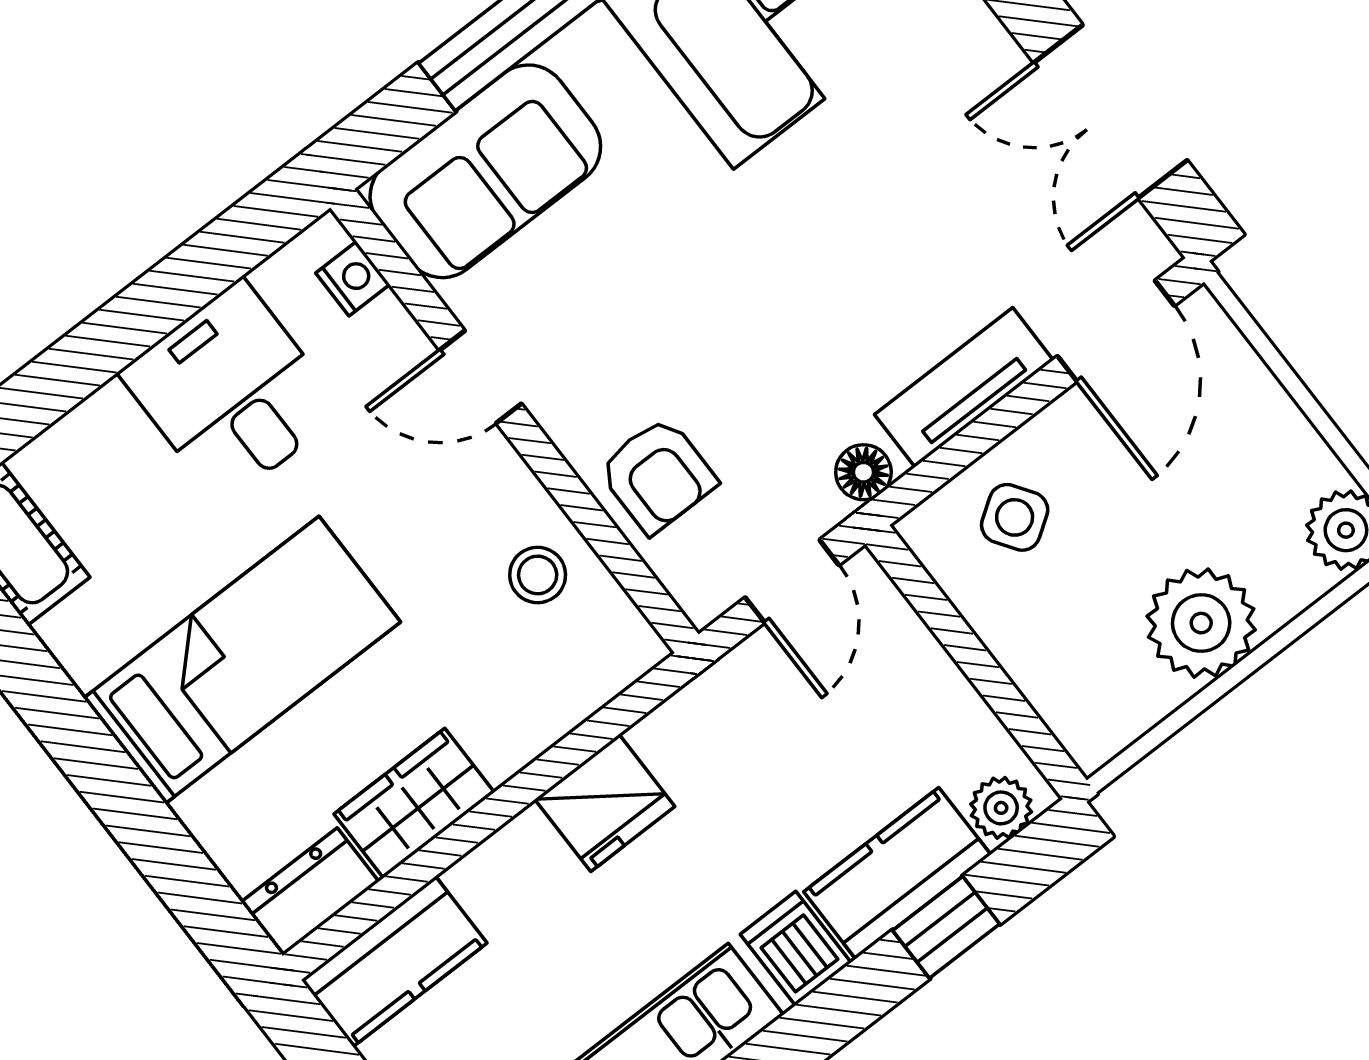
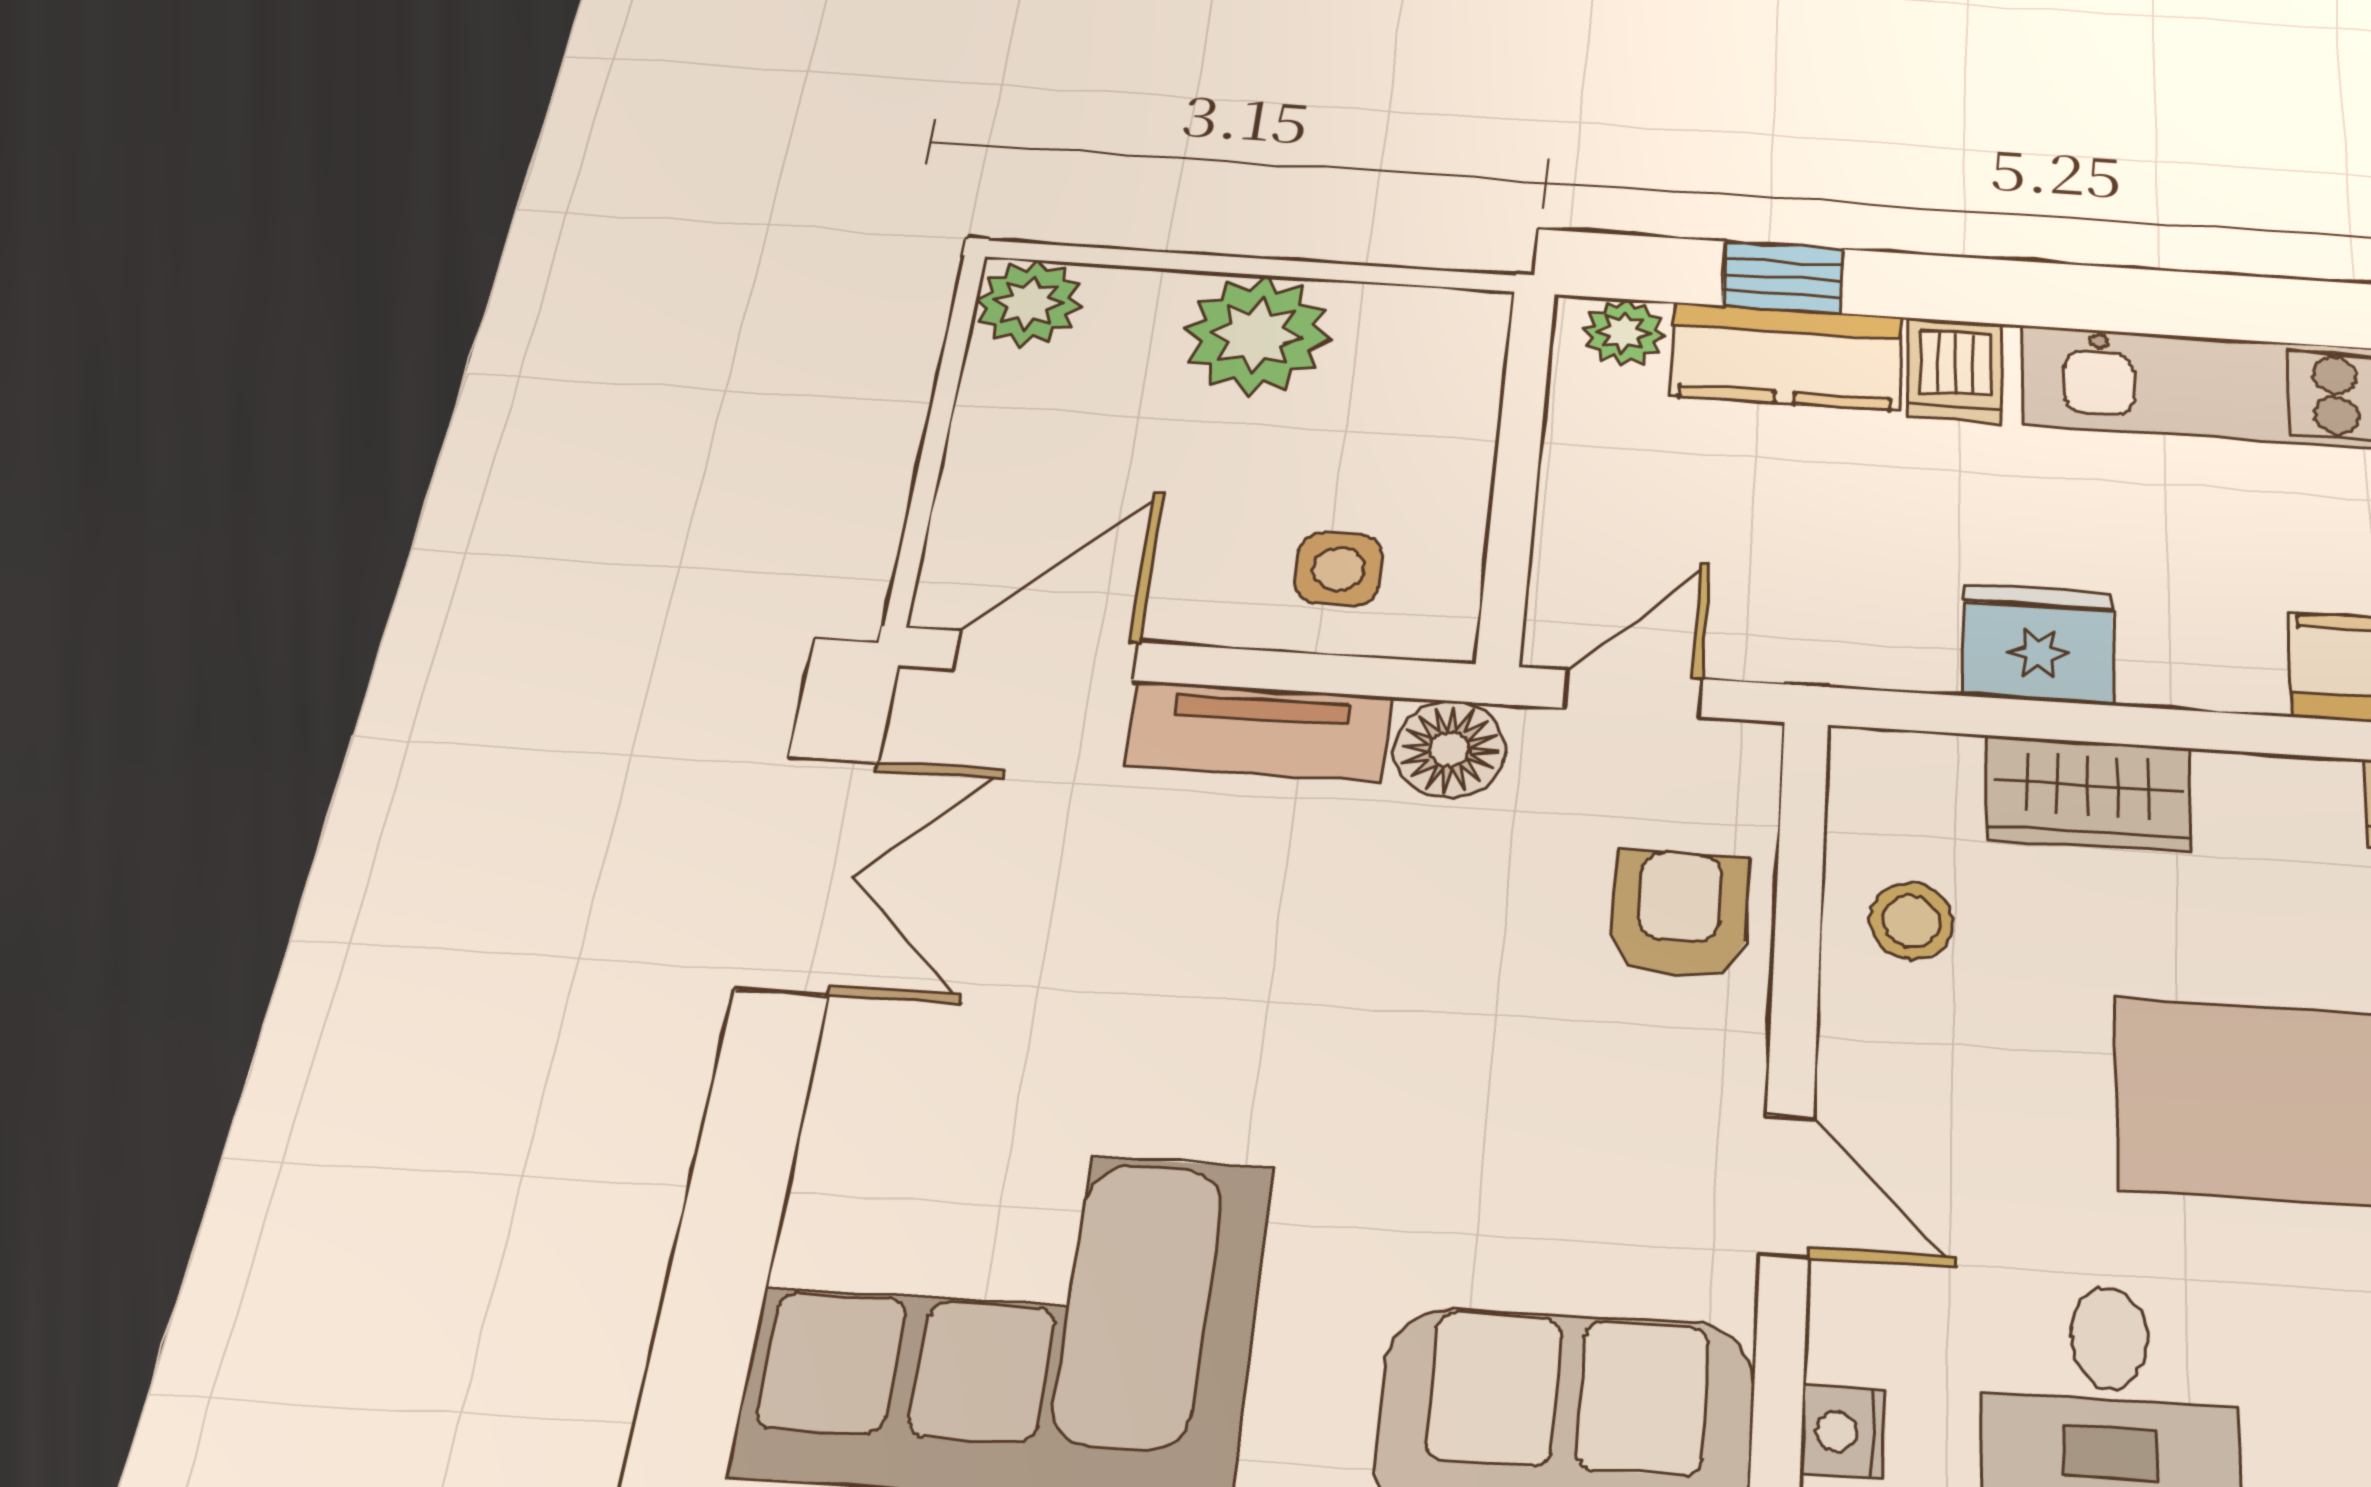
floor lamp: (863, 472) -> (1449, 749), width x1.37, depth x1.37
side table: (1015, 517) -> (1339, 569), turned 34
wardrobe: (414, 803) -> (2088, 793), moved

